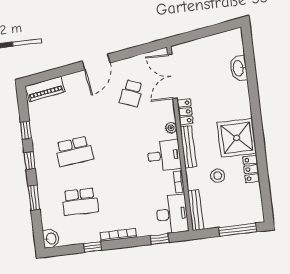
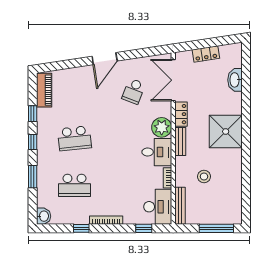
piano: (45, 89) -> (44, 90), moved, turned -81
plant: (171, 128) -> (162, 127), width x1.88, depth x1.88
shower: (237, 138) -> (226, 131), moved
bench: (188, 147) -> (180, 142), width x0.73
locker: (251, 169) -> (206, 54), moved, turned -99

